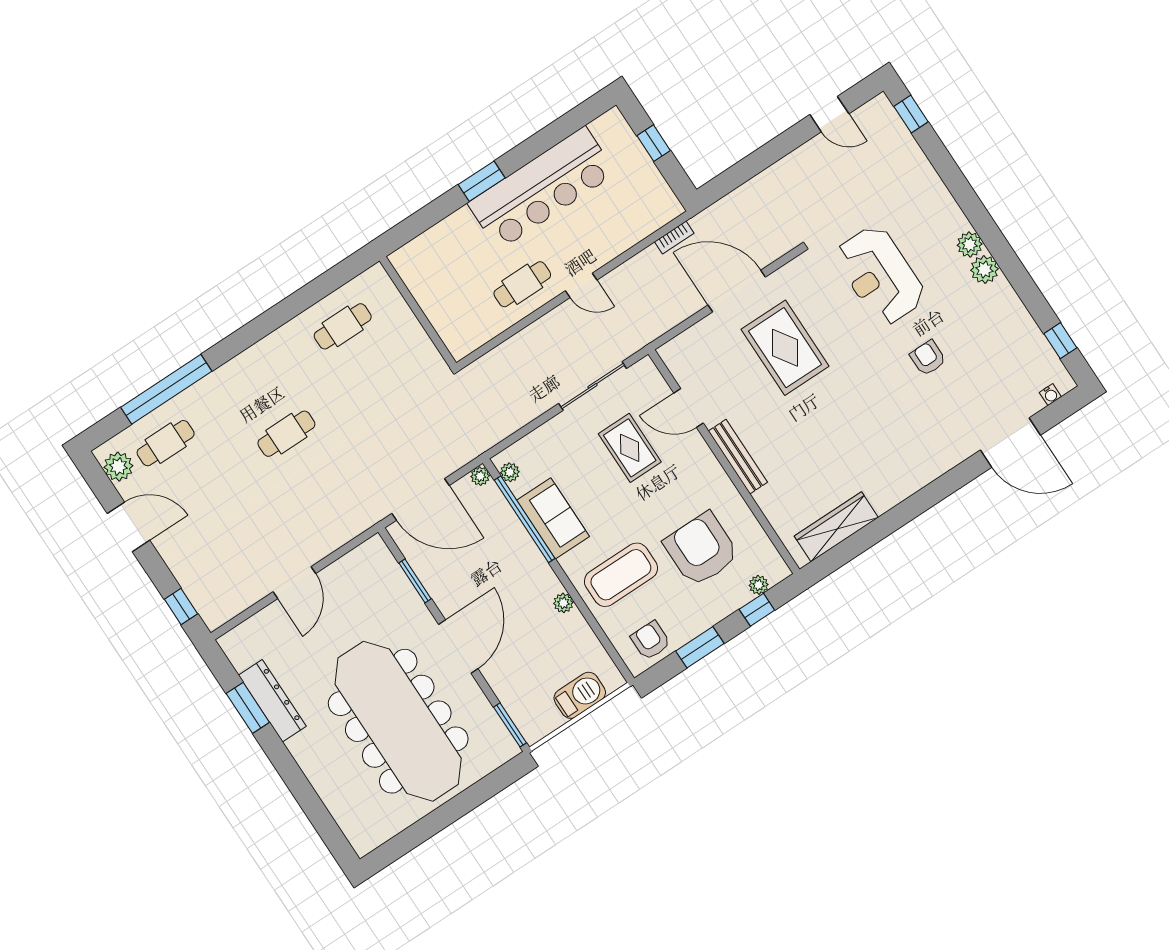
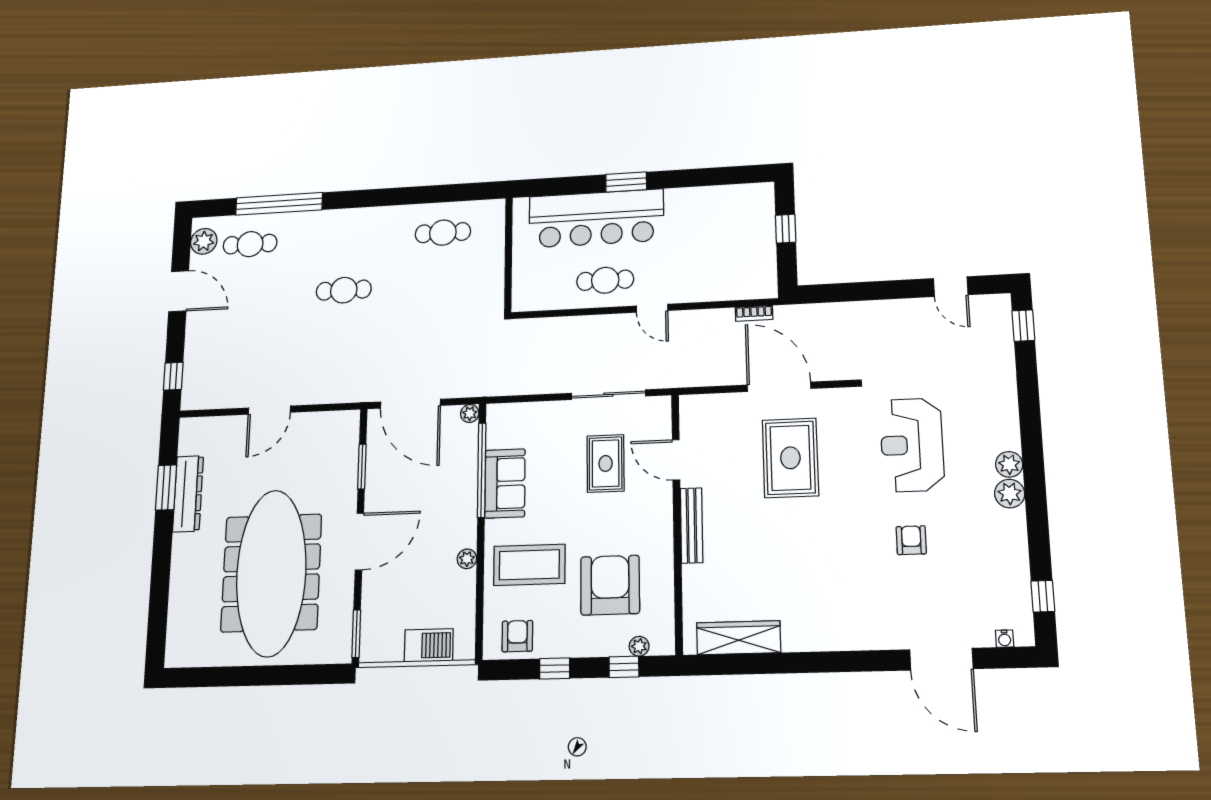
bar counter: (542, 188) -> (596, 218), moved
plant: (510, 472) -> (495, 425), removed
window: (700, 647) -> (555, 669), width x0.67

